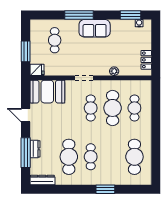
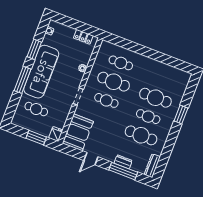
window: (131, 15) -> (34, 49), moved
sofa: (95, 28) -> (41, 72), width x1.85, depth x1.27
cafe table: (134, 157) -> (155, 98), moved

